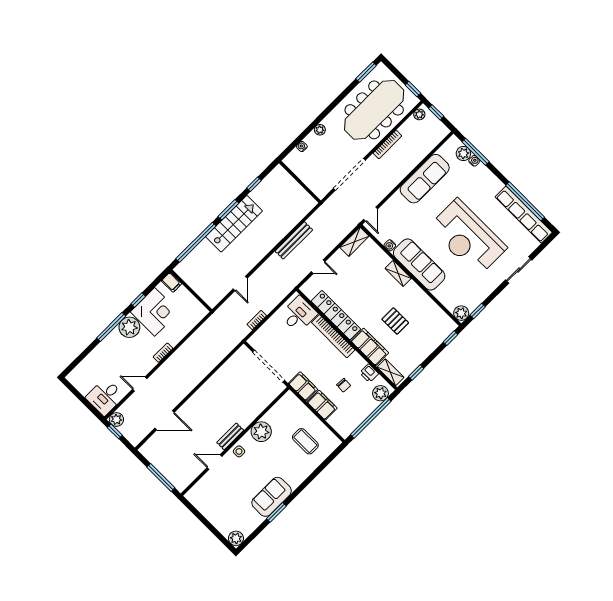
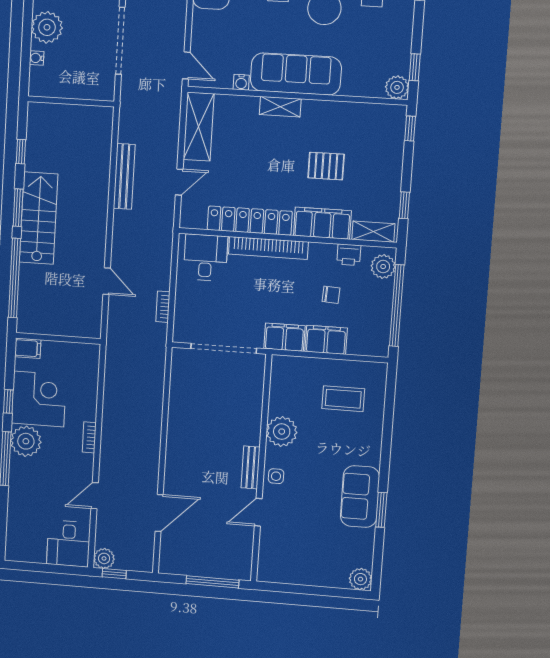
plant: (320, 130) -> (47, 27), width x1.88, depth x1.88
shelving: (354, 242) -> (199, 127), width x1.50, depth x1.33

